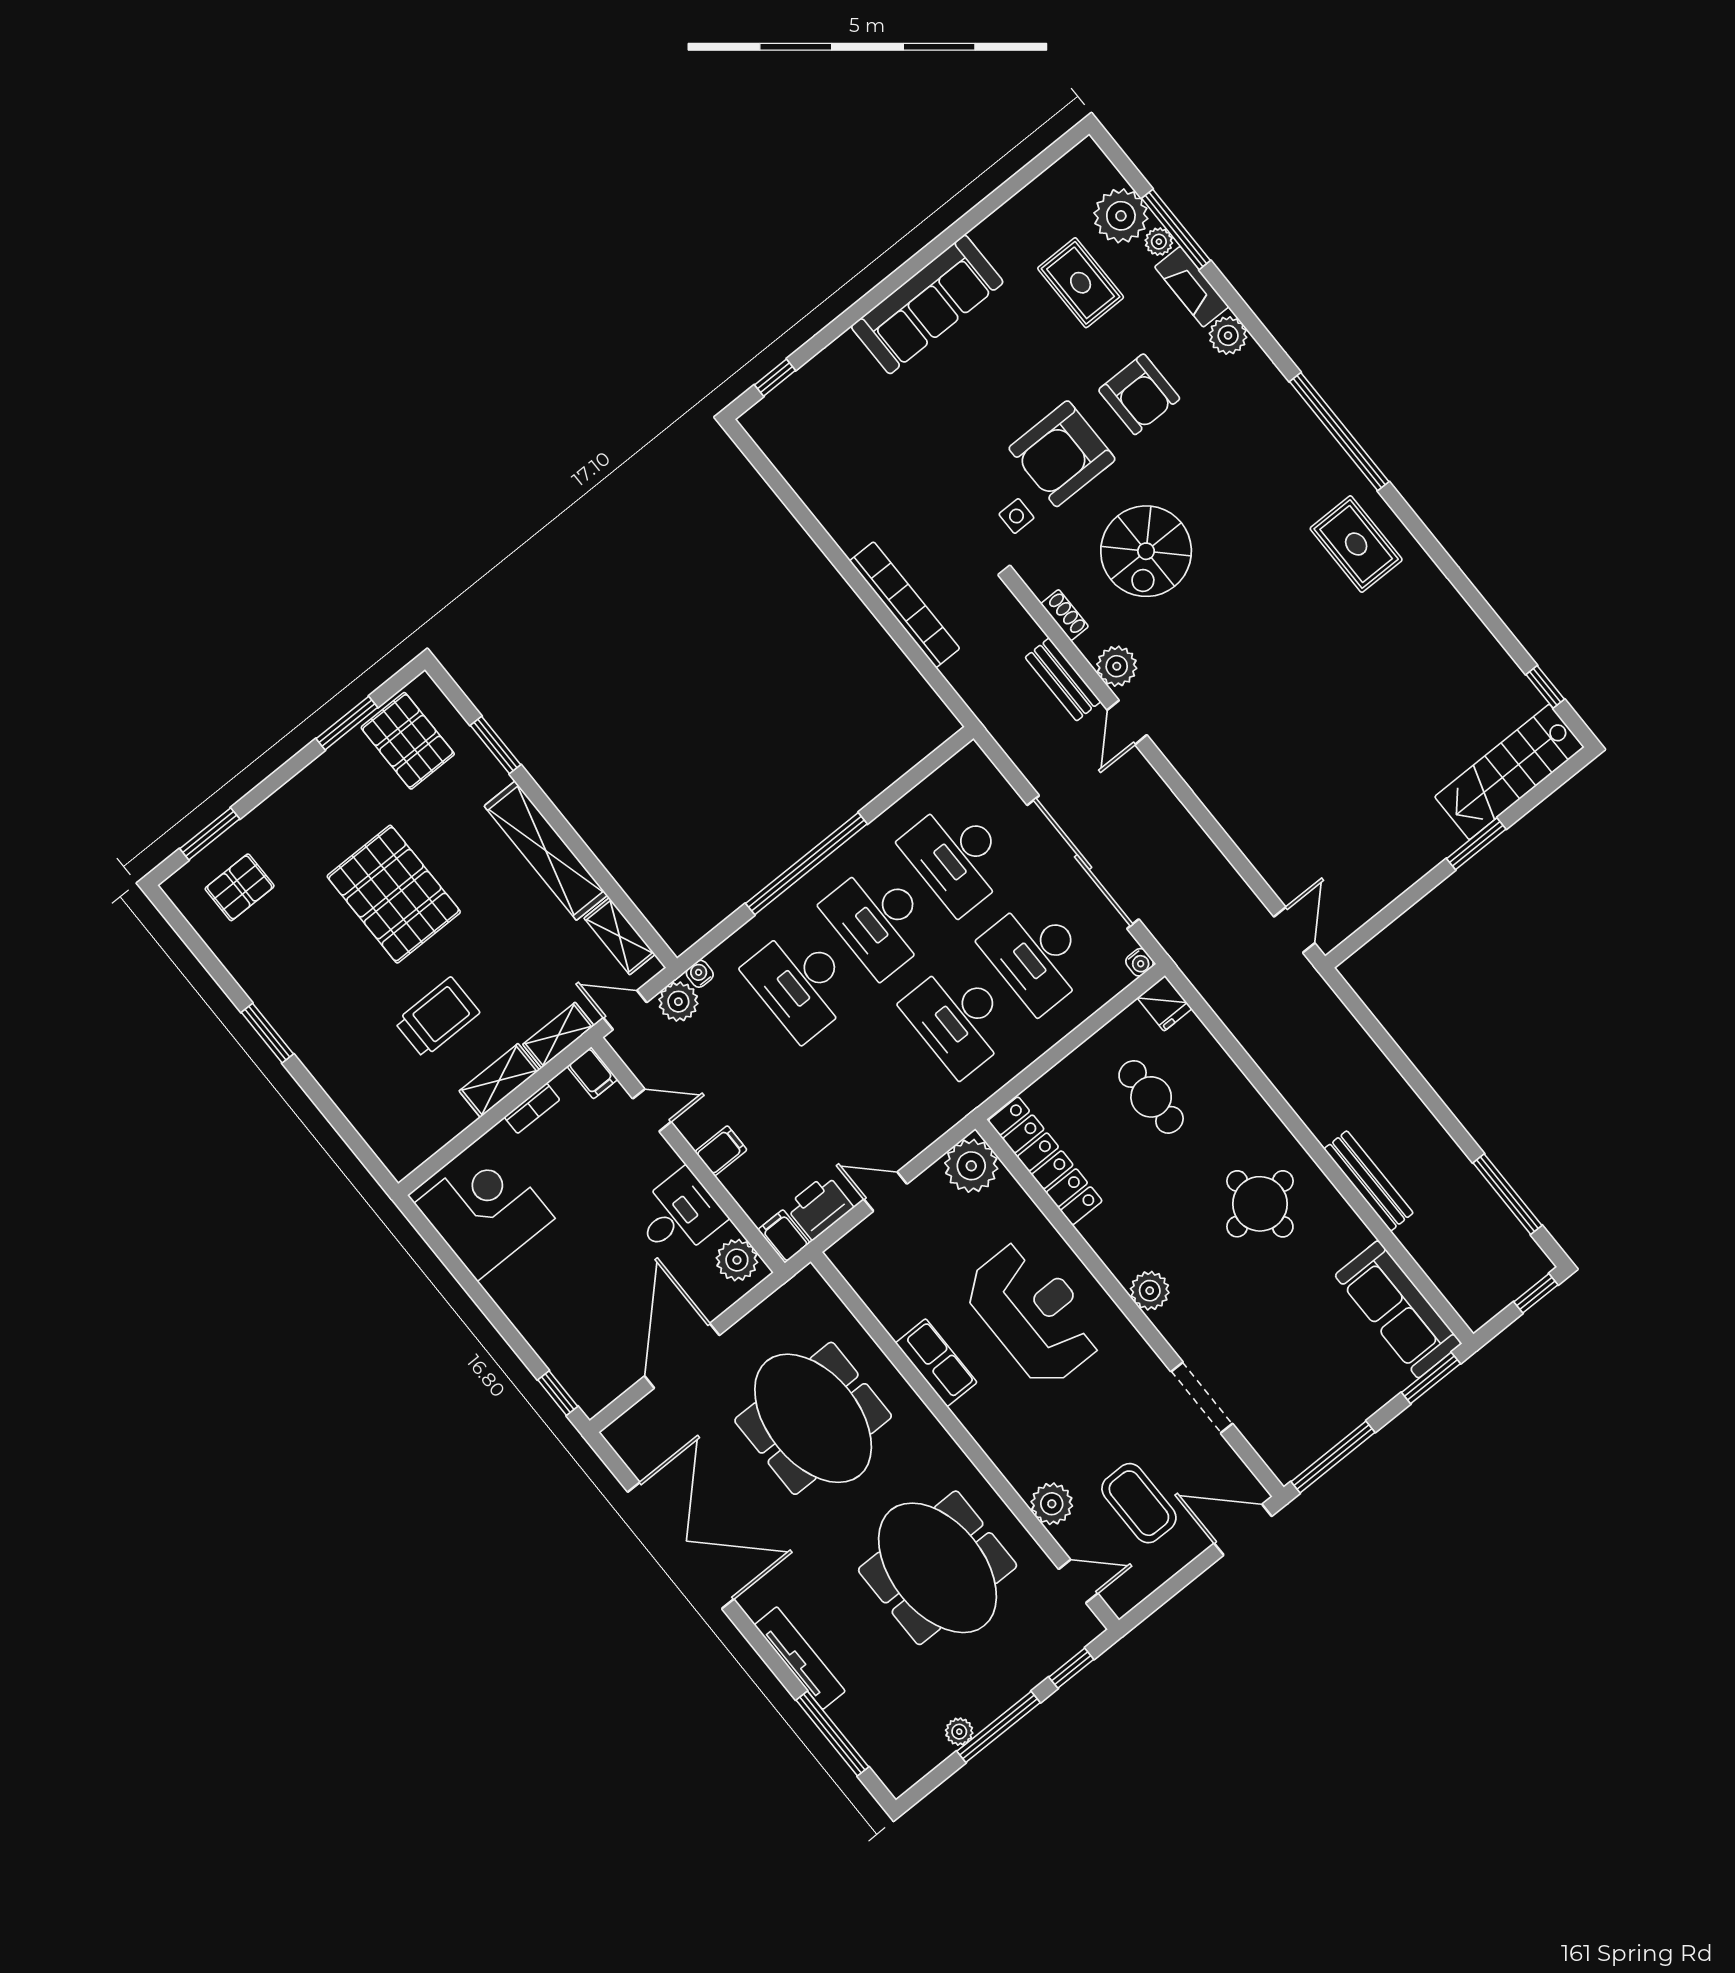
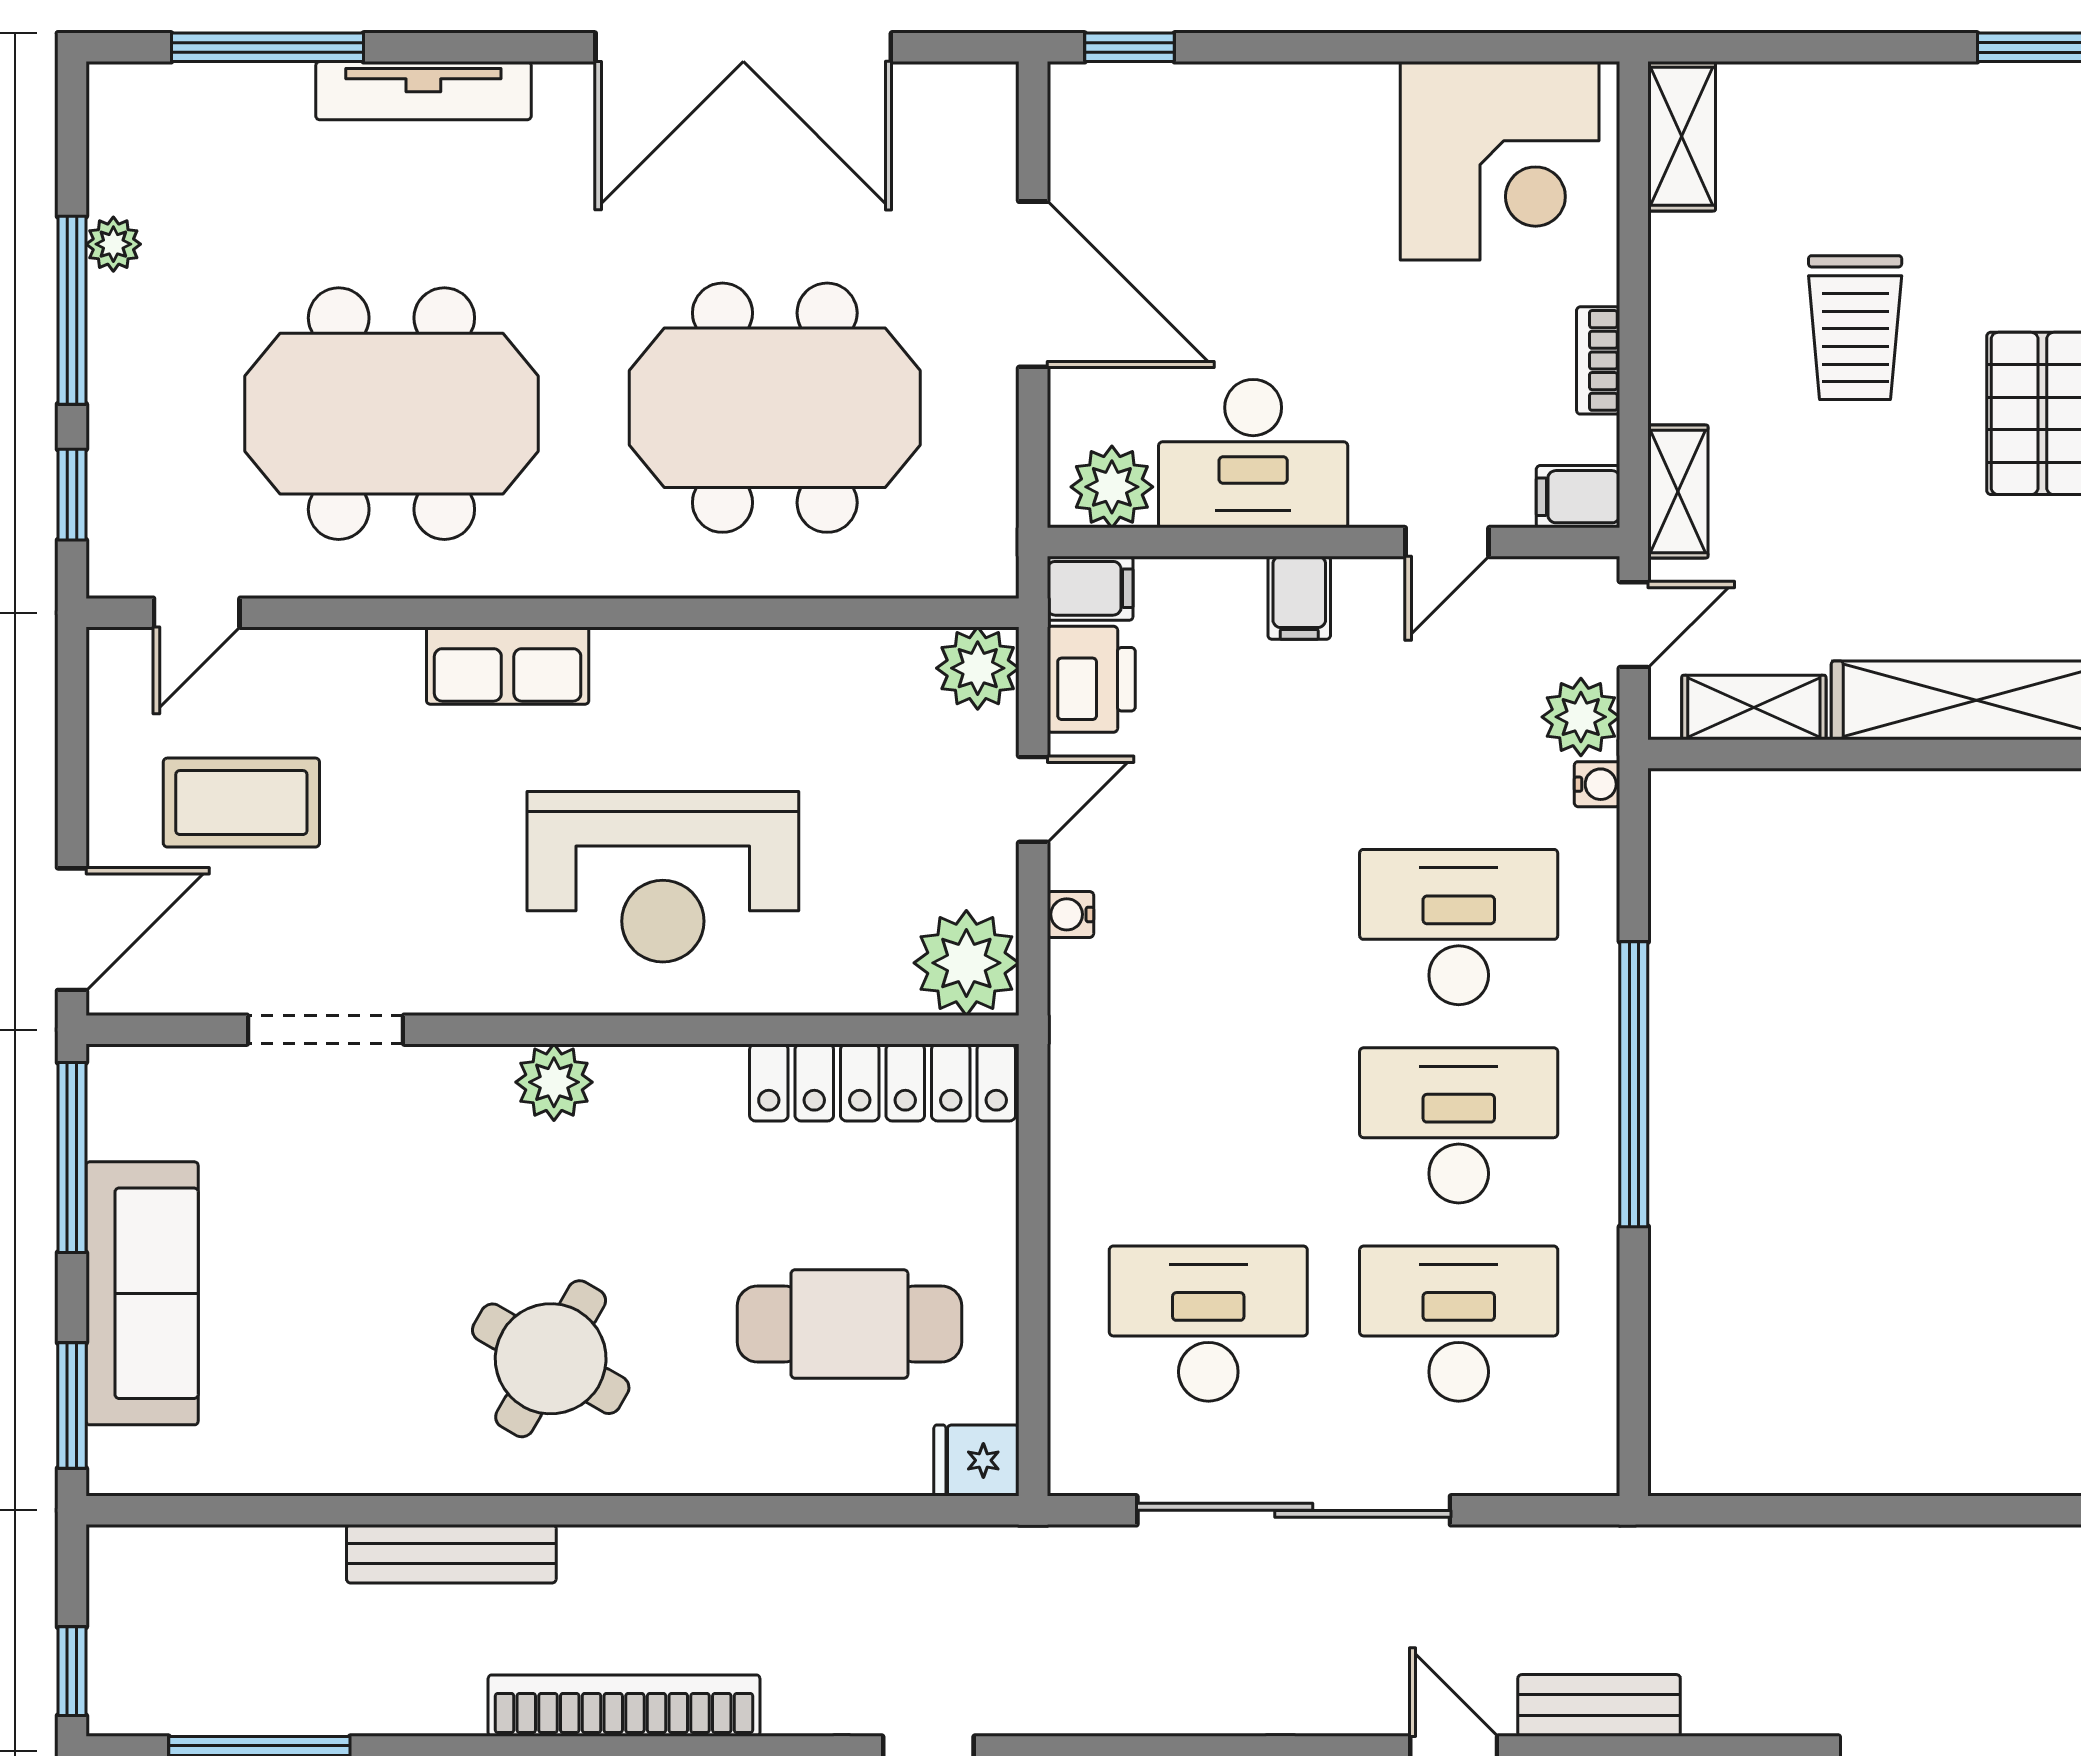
bookcase: (905, 605) -> (624, 1706), moved, turned 180
water cooler: (1140, 962) -> (1070, 914), moved
desk: (958, 1019) -> (1208, 1125), removed
shelving: (499, 1080) -> (1682, 136), moved
cafe table: (1151, 1097) -> (849, 1324), width x1.37, depth x1.35
round table: (1260, 1204) -> (551, 1359), turned 36
desk: (679, 1215) -> (1253, 454), width x1.37
sofa: (1398, 1309) -> (142, 1293), moved, turned 90
row of seats: (936, 1363) -> (508, 666), moved
plant: (1052, 1504) -> (978, 668), moved

